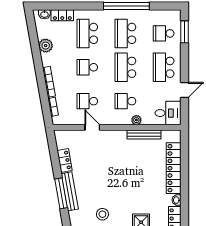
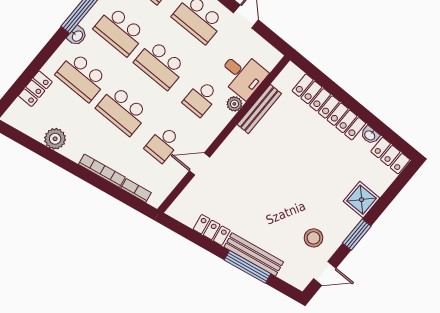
washbasin: (44, 14) -> (77, 36), moved
school desk: (87, 67) -> (122, 110), width x1.85
desk: (168, 113) -> (242, 75), moved, turned 90

